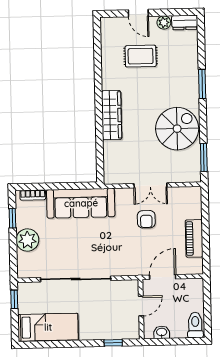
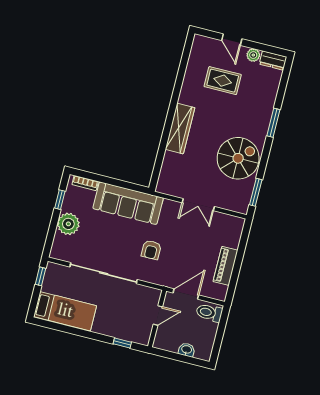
armchair: (146, 219) -> (151, 250), moved
toilet: (195, 325) -> (209, 313), moved, turned -90
washbasin: (162, 332) -> (187, 350), moved

